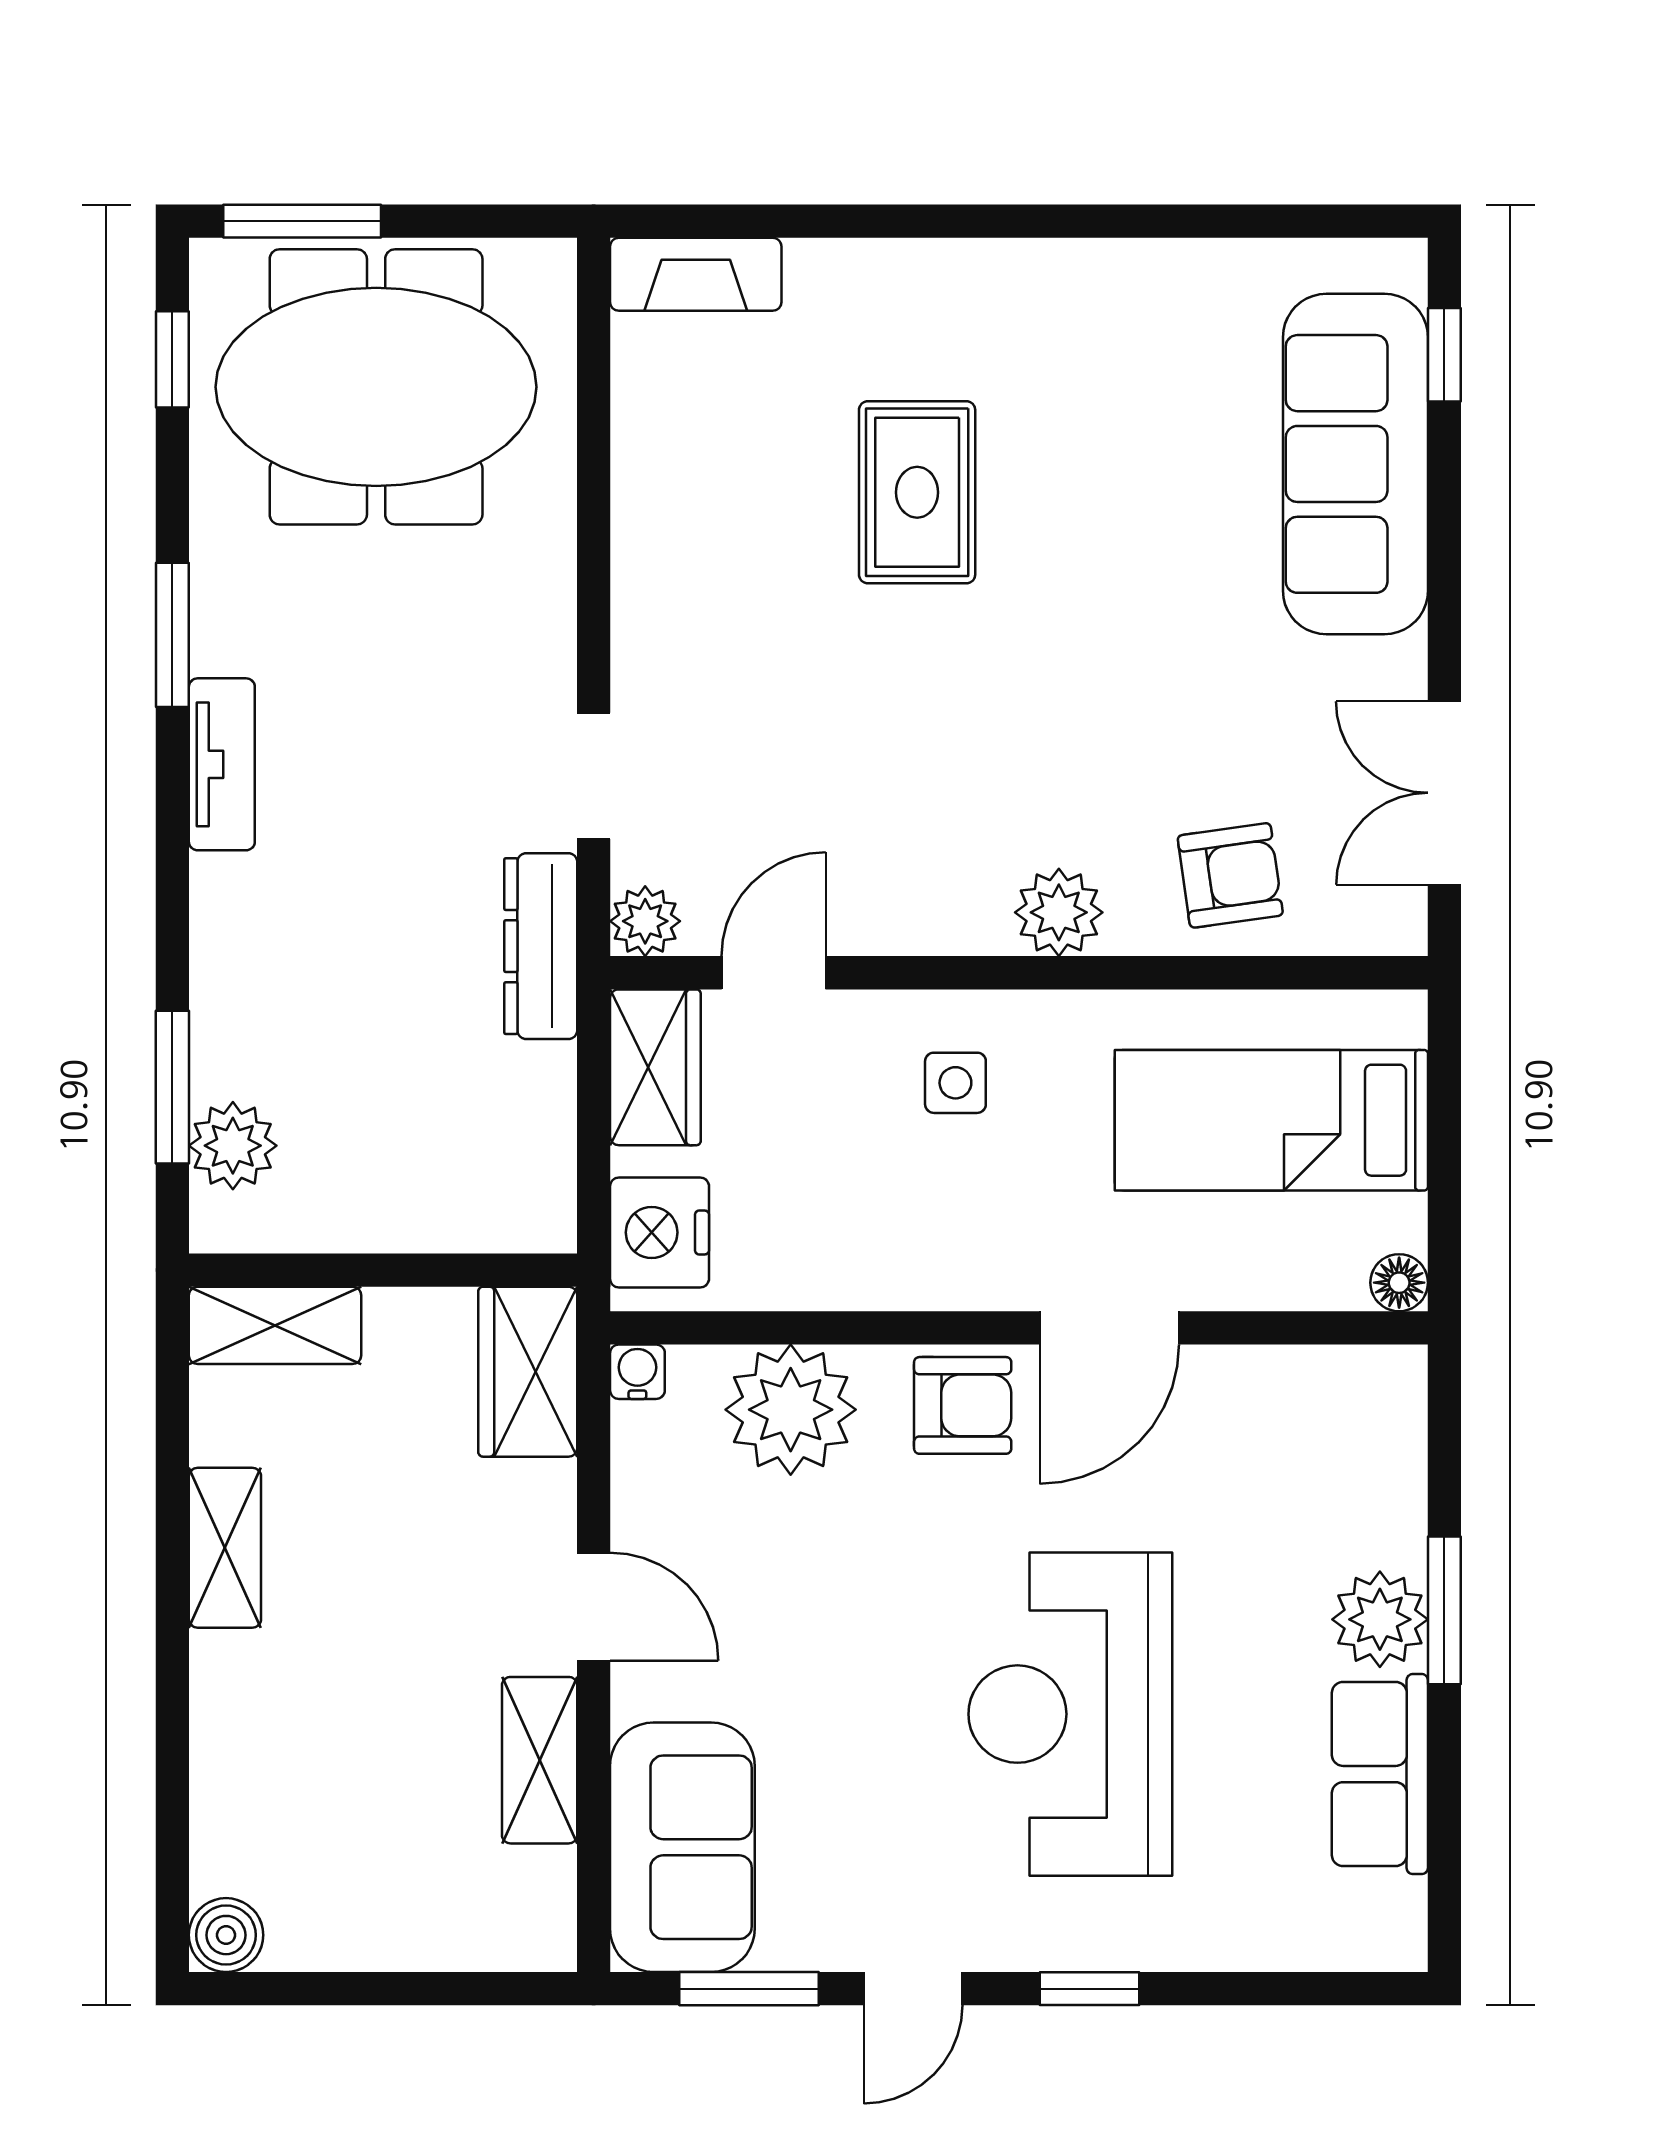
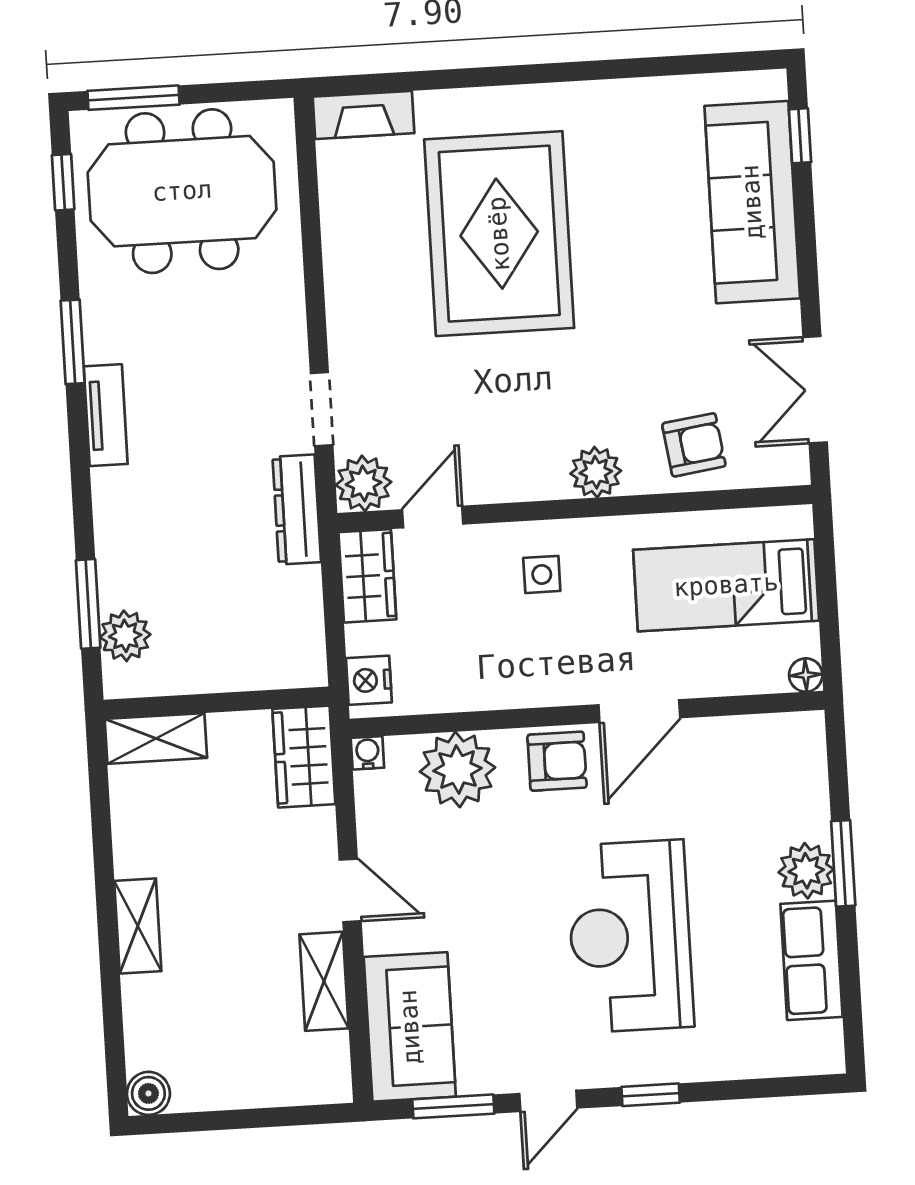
rug: (917, 492) -> (499, 234), width x1.86, depth x2.06
plant: (645, 921) -> (364, 483), width x1.38, depth x1.38
nightstand: (660, 1232) -> (369, 680), width x0.74, depth x0.75
shelving: (225, 1548) -> (138, 926), moved

